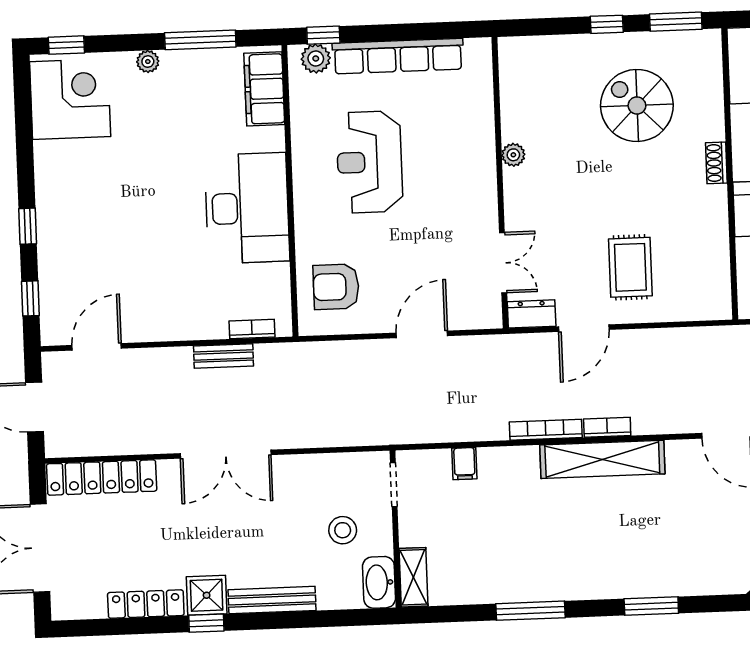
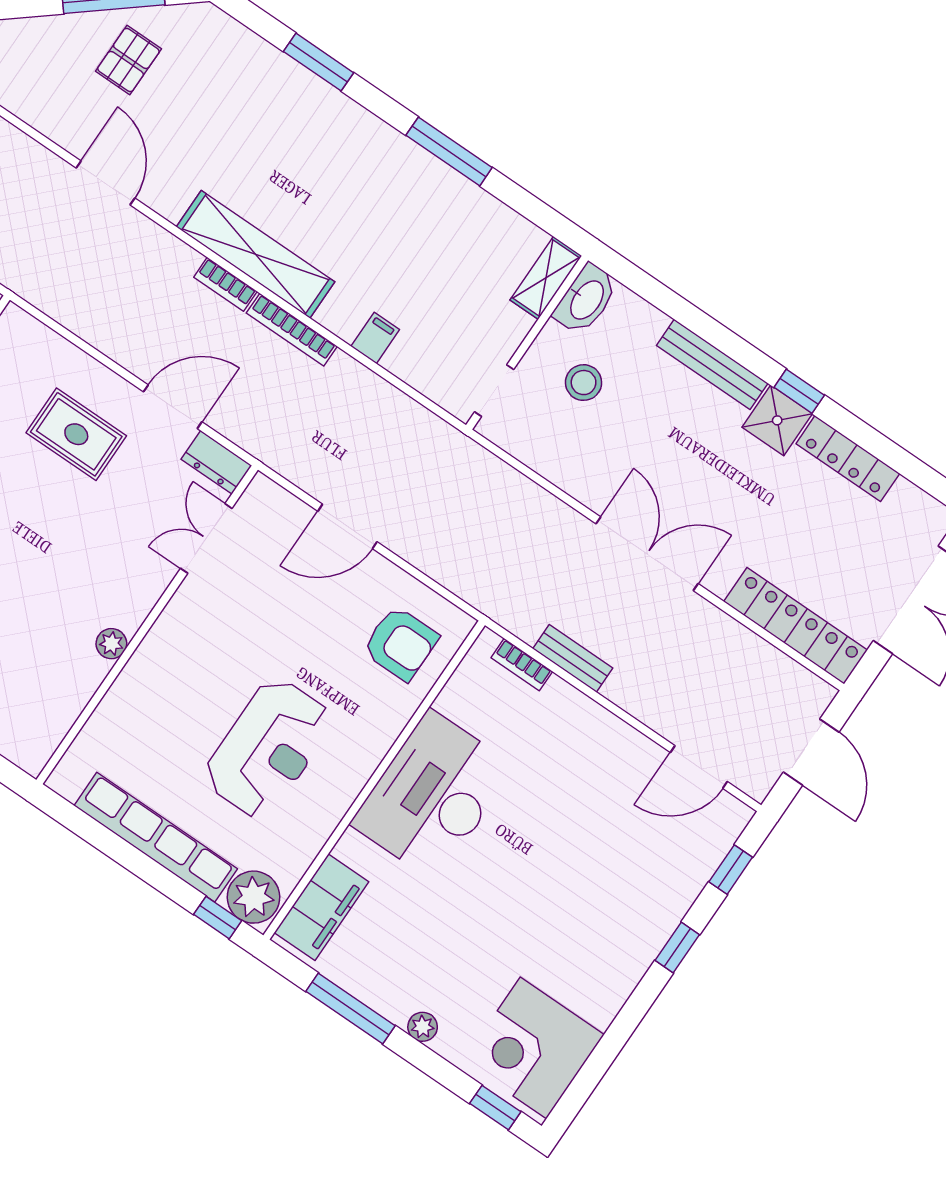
plant: (316, 59) -> (254, 897), width x1.36, depth x1.36
rug: (630, 267) -> (76, 434), turned 90
filing cabinet: (464, 464) -> (375, 338), moved

